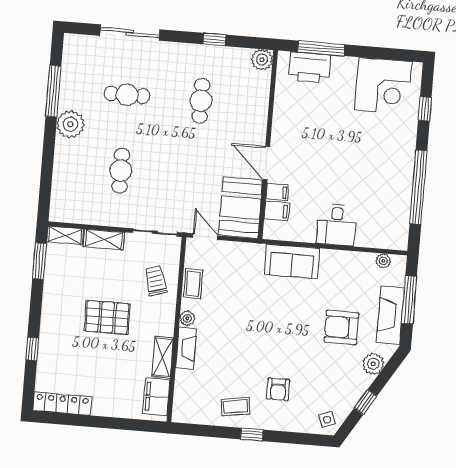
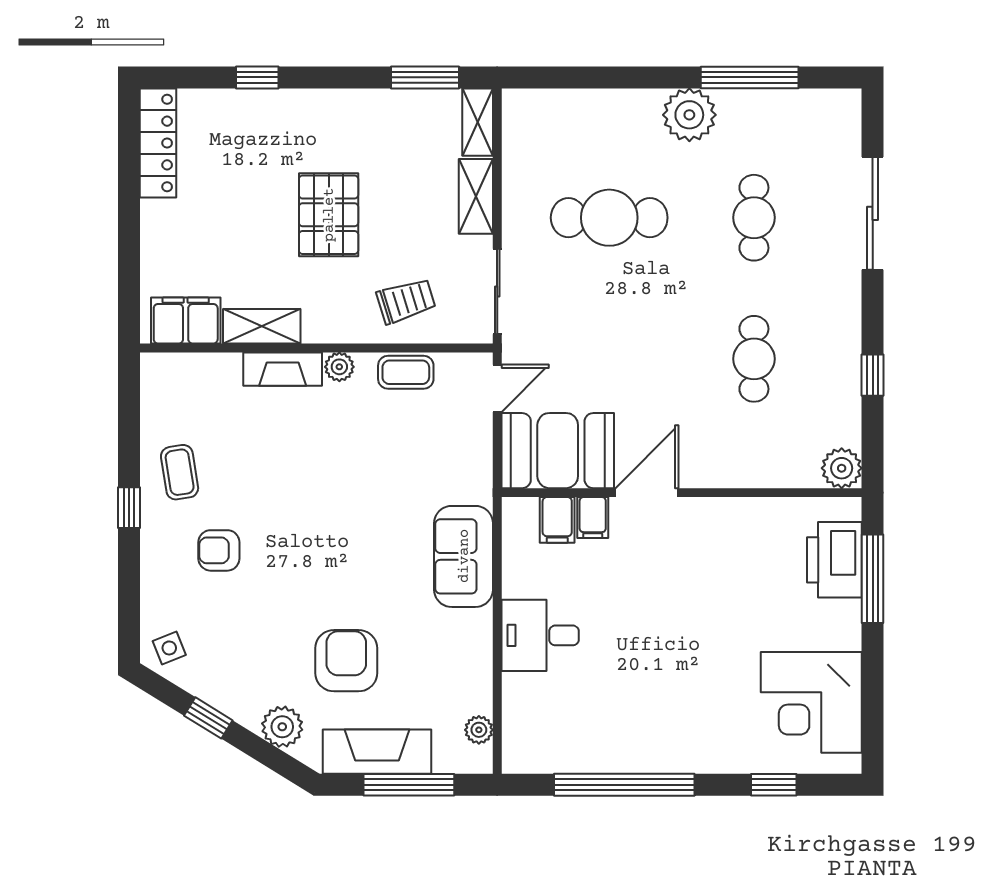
cafe table: (201, 101) -> (754, 359), turned 90
cafe table: (121, 171) -> (609, 218), width x1.37, depth x1.35

